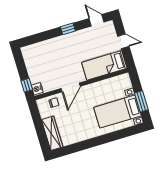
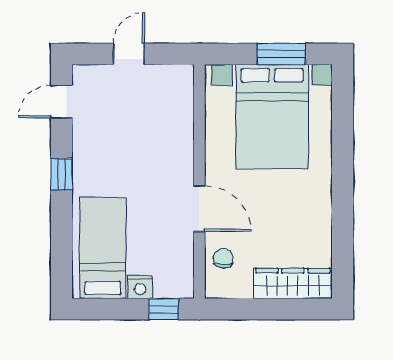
bed: (104, 65) -> (103, 248), moved, turned 180
nightstand: (37, 89) -> (140, 287), moved
bed with nightstands: (117, 112) -> (272, 117), width x1.36

